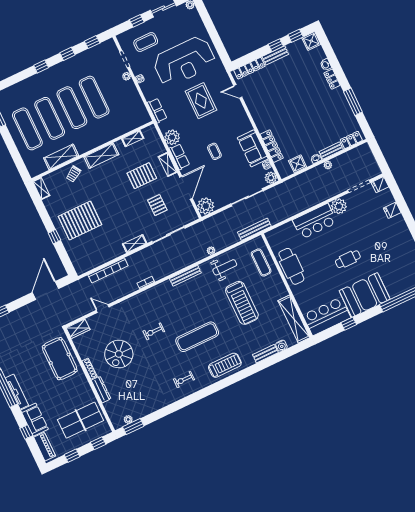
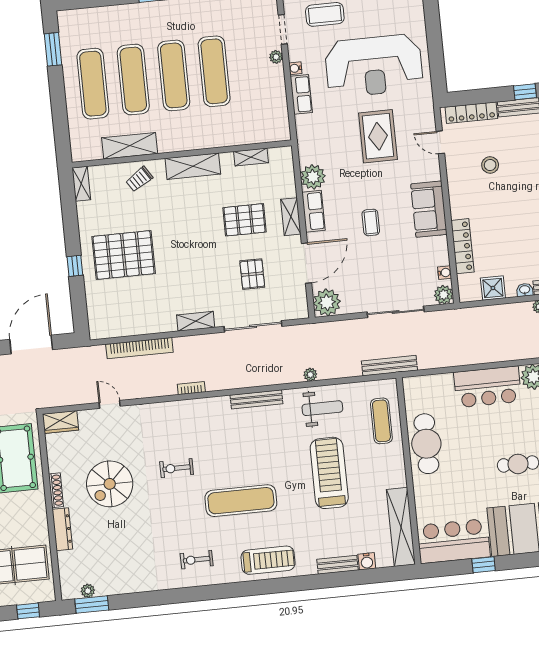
stool: (271, 94) -> (490, 165), added
row of seats: (157, 111) -> (301, 94), moved
sofa: (253, 148) -> (429, 209), moved
treadmill: (242, 303) -> (329, 473), turned 180

